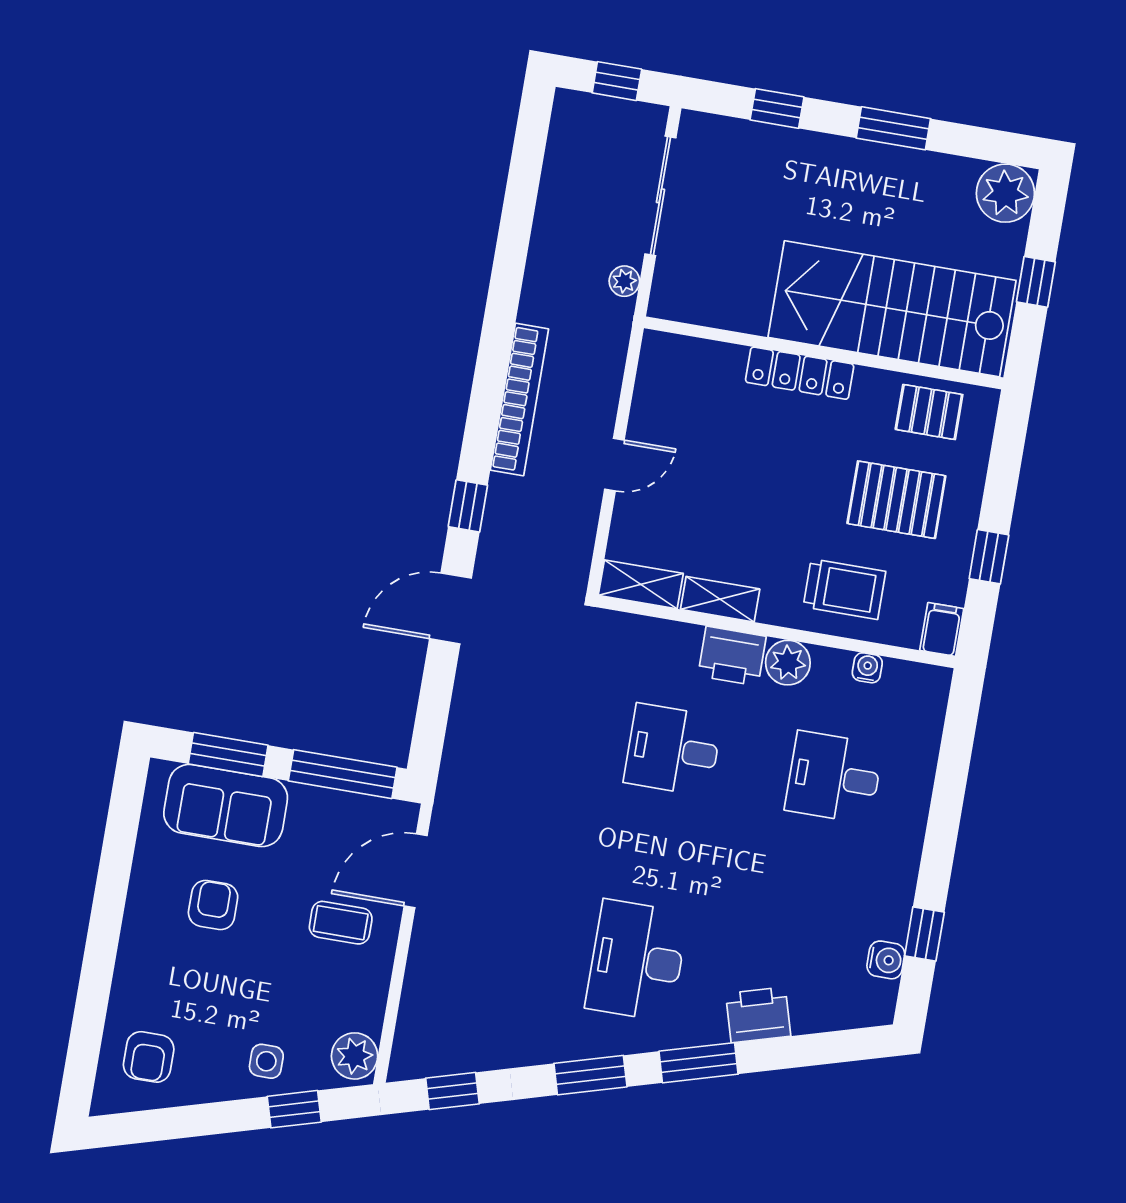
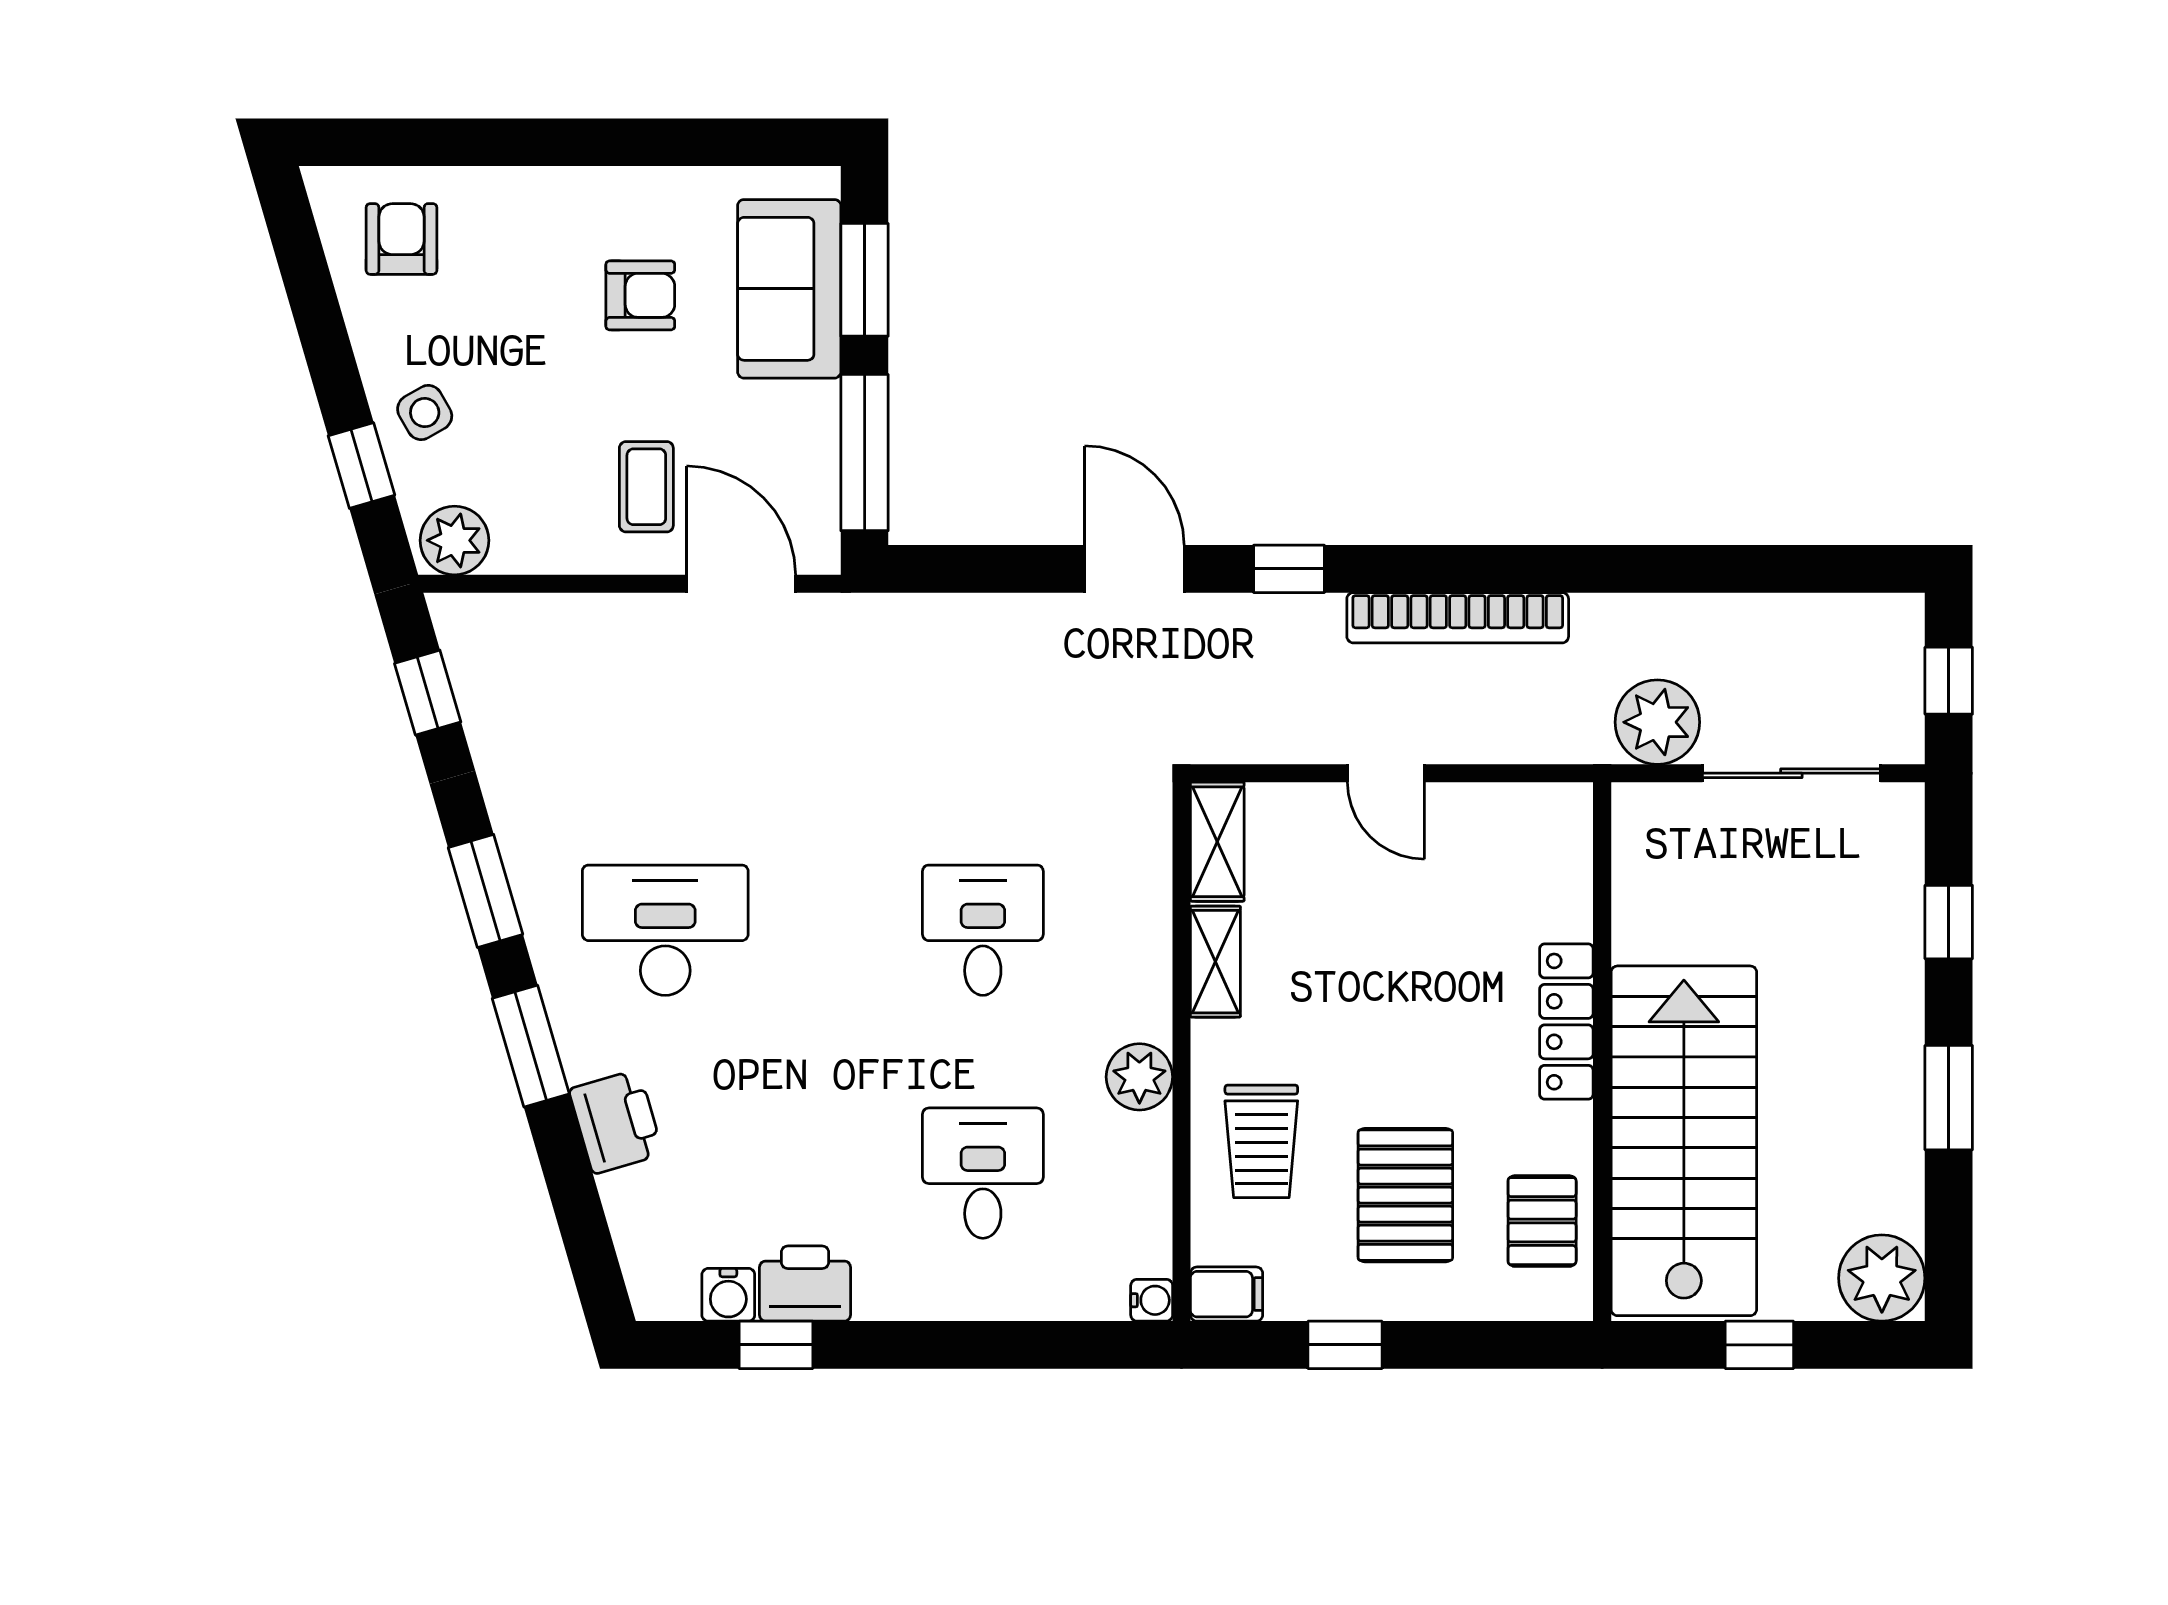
plant: (624, 281) -> (1657, 722), width x1.88, depth x1.88
printer: (732, 656) -> (805, 1284), moved, turned 90
water cooler: (867, 668) -> (1152, 1300), moved
armchair: (149, 1057) -> (401, 239), turned 90
side table: (266, 1061) -> (425, 413), turned -30

